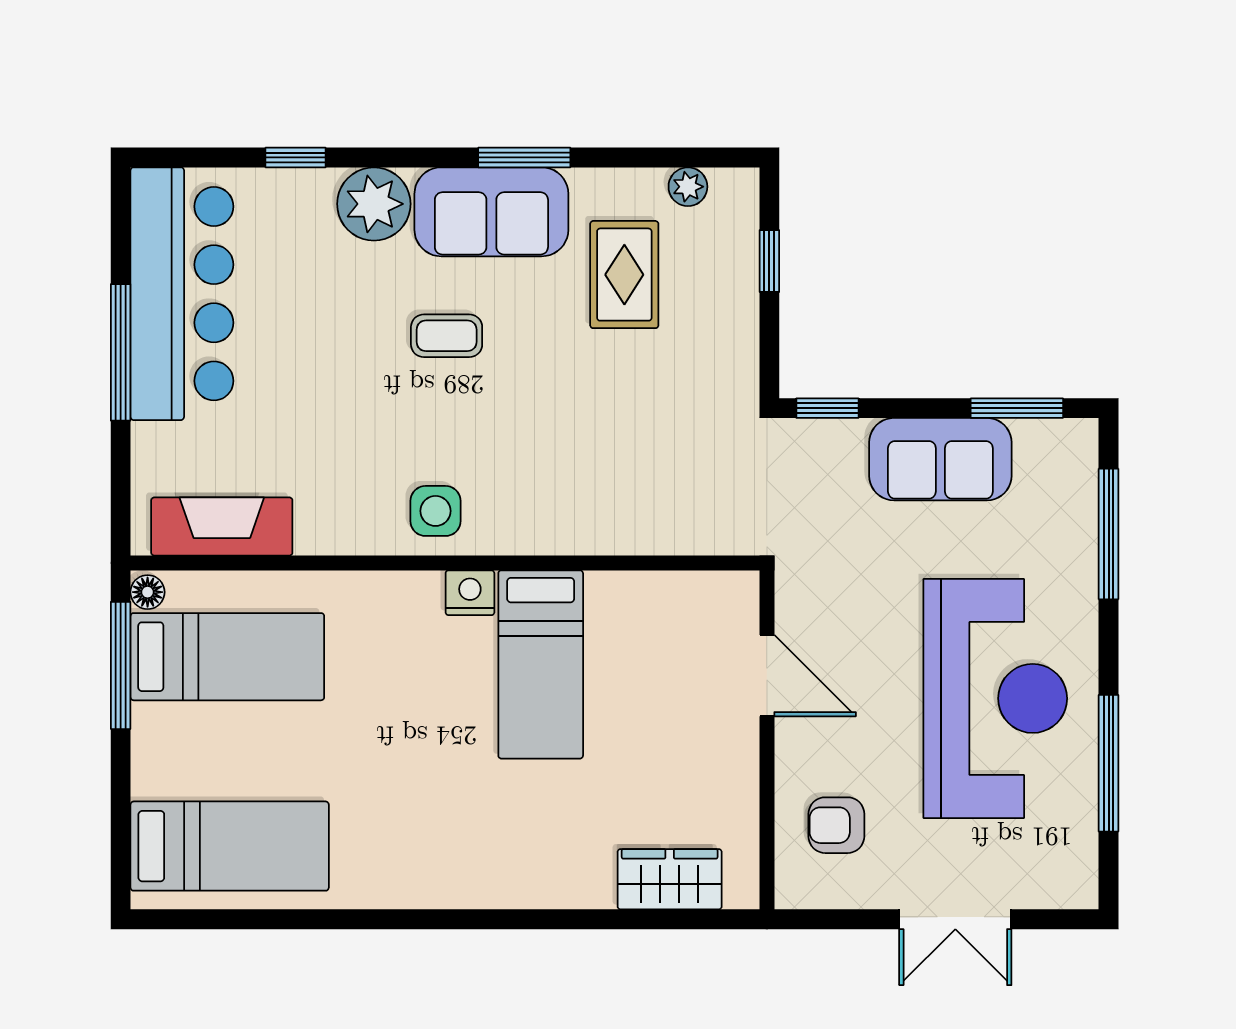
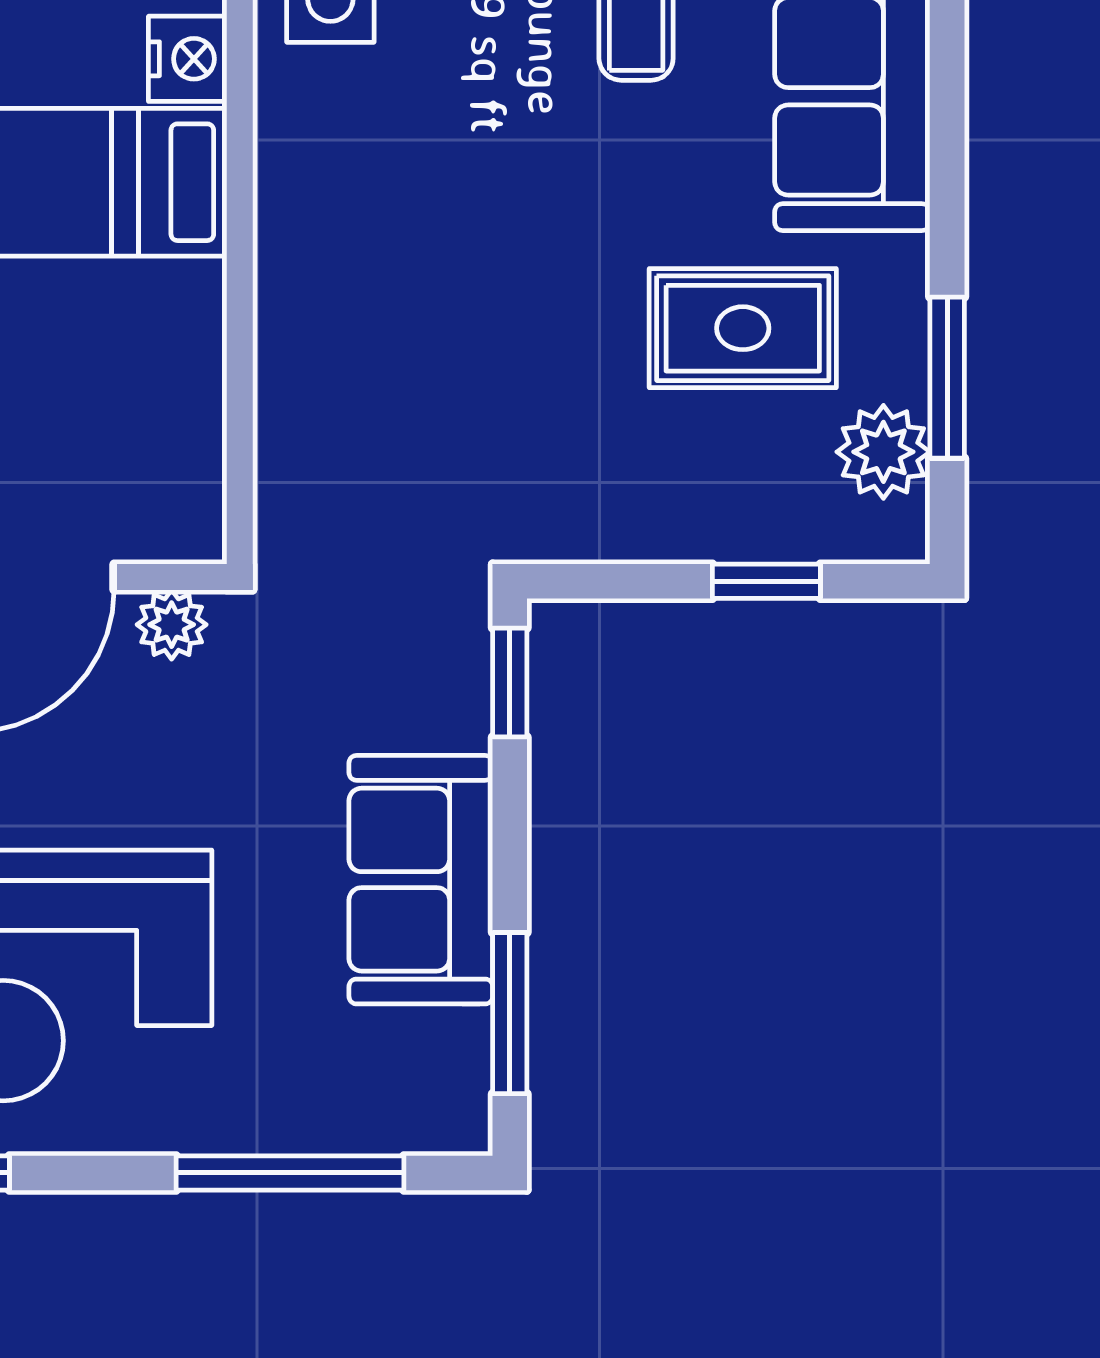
window: (524, 157) -> (947, 378), moved
plant: (688, 187) -> (883, 452), width x1.38, depth x1.38
plant: (794, 602) -> (172, 625), added

